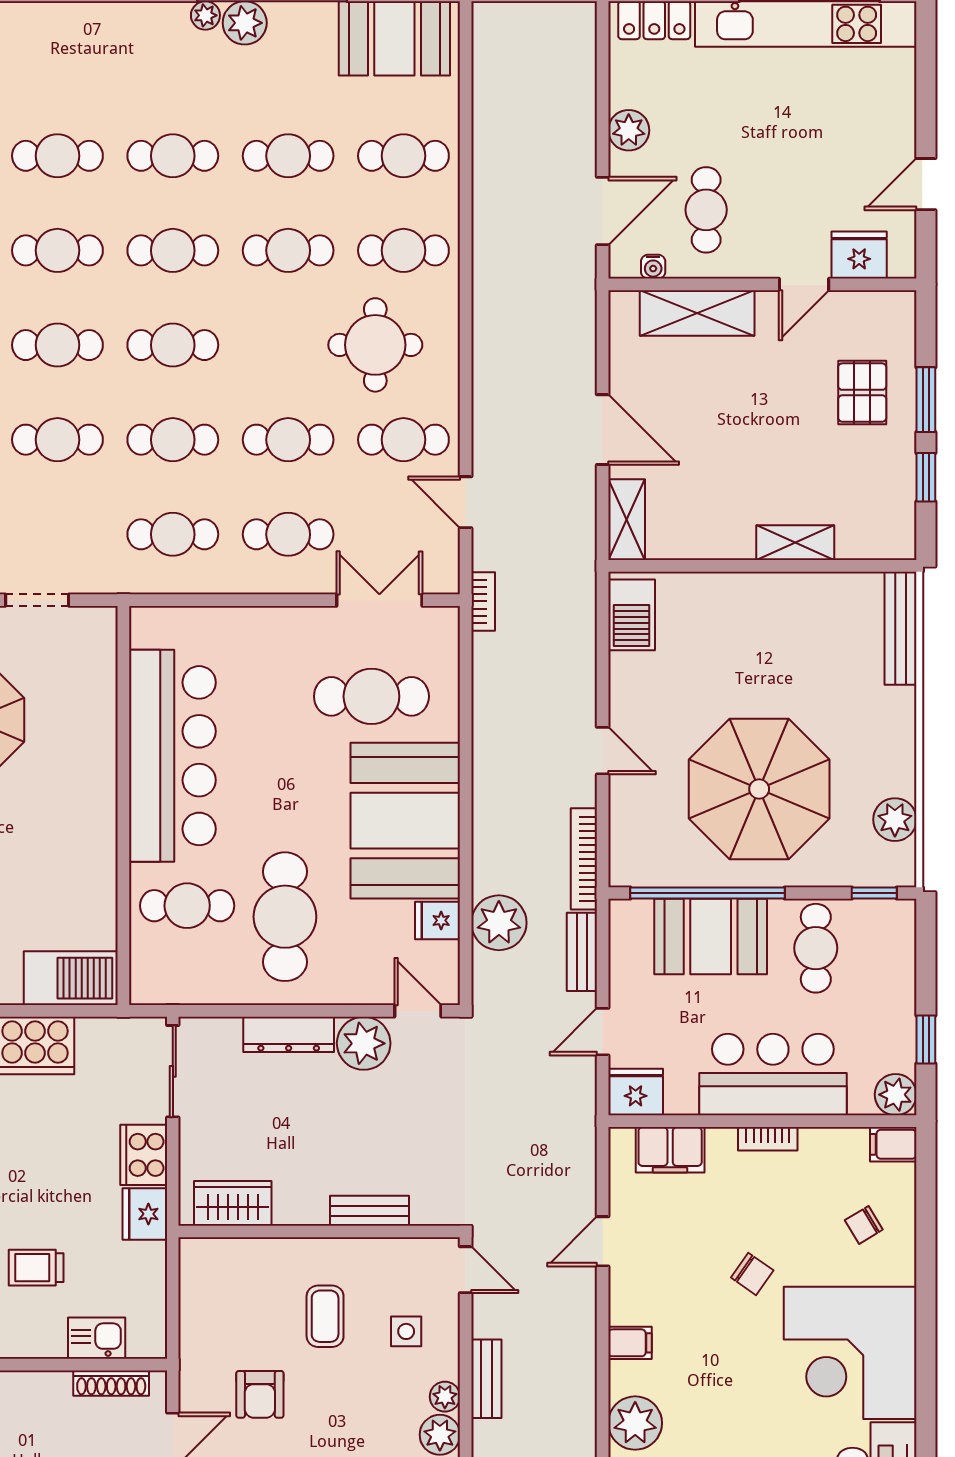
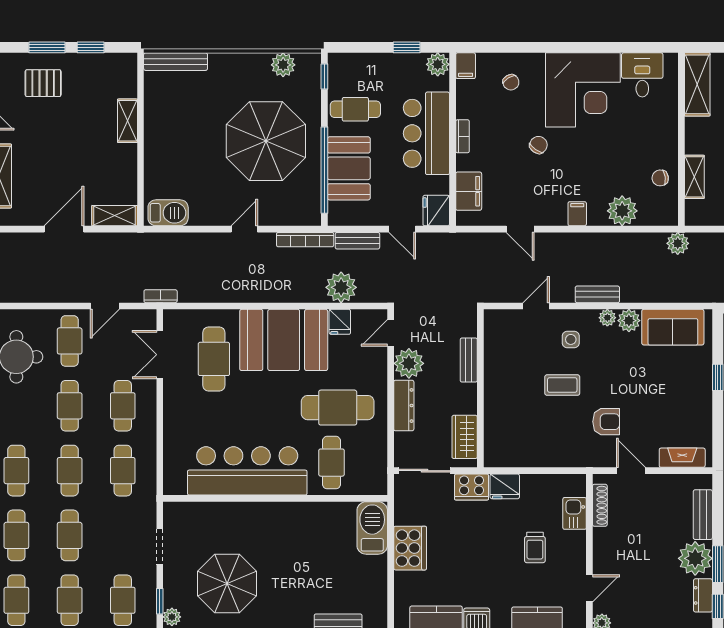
wardrobe: (233, 1203) -> (465, 437), moved
bench: (370, 1211) -> (469, 360), moved
wall: (319, 1232) -> (480, 388), moved

